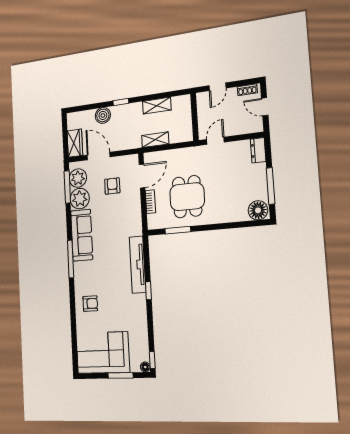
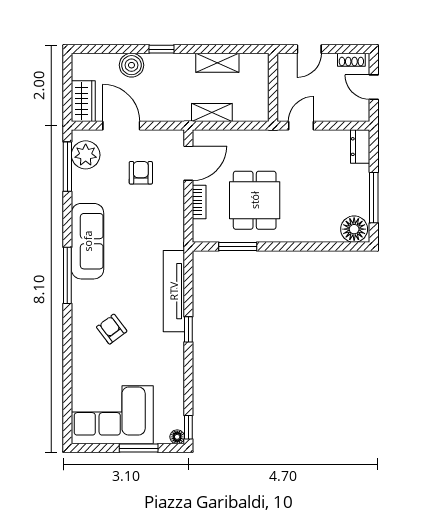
plant: (80, 199) -> (87, 186), removed
armchair: (90, 304) -> (112, 329), moved, turned -127

